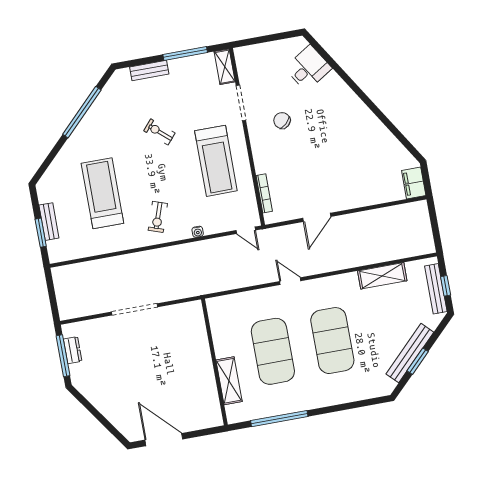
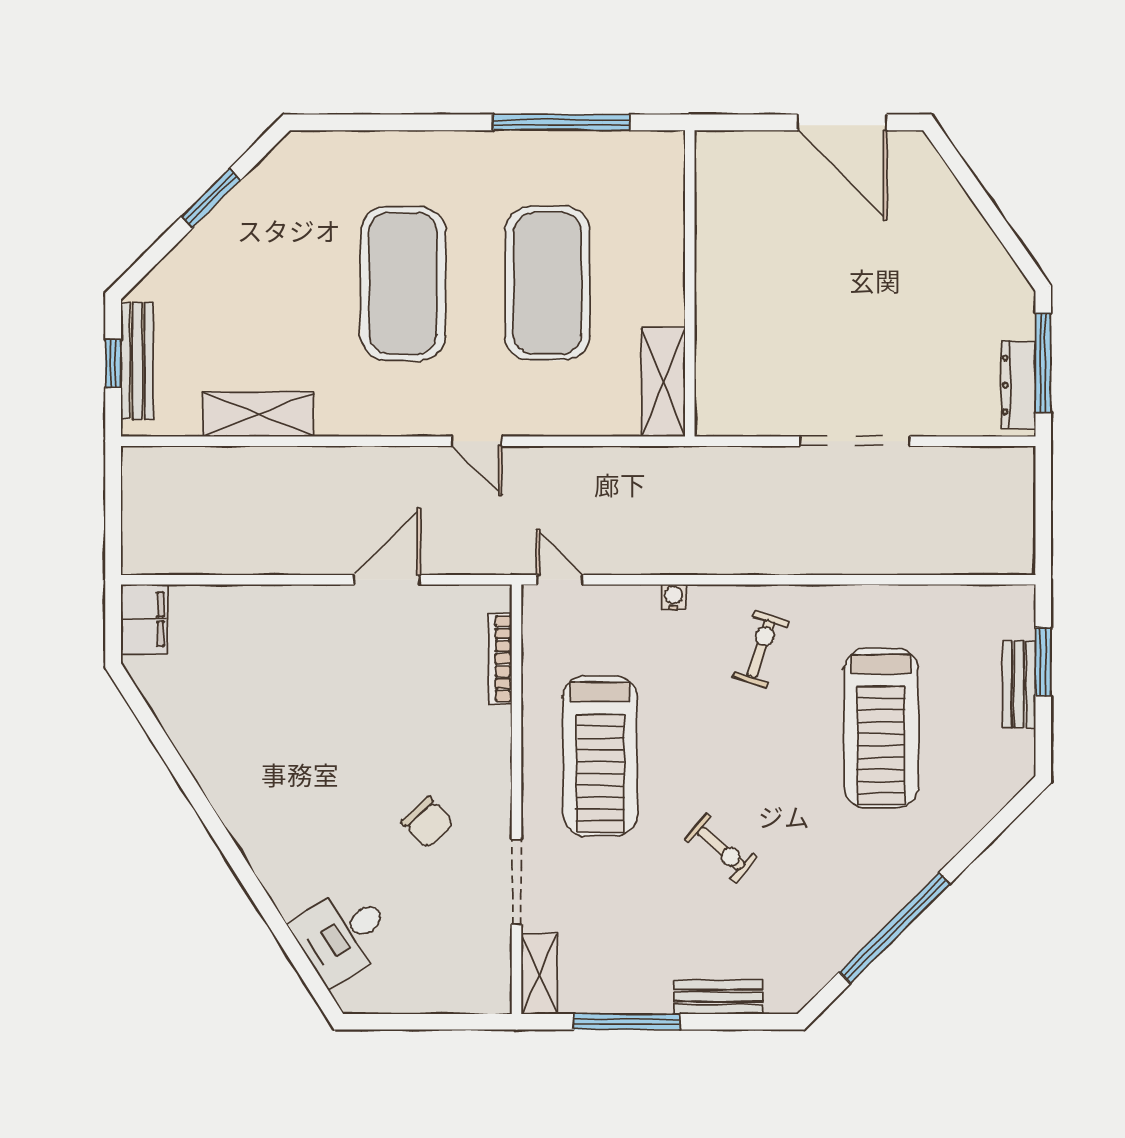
treadmill: (216, 161) -> (600, 756), turned 180
dresser: (73, 350) -> (1018, 385), width x1.44
bench: (410, 353) -> (226, 220), removed
shelving: (229, 381) -> (663, 382), moved

